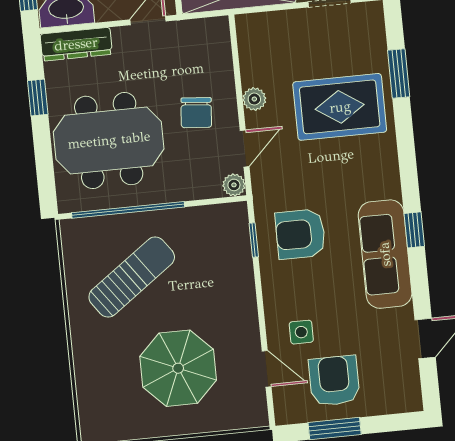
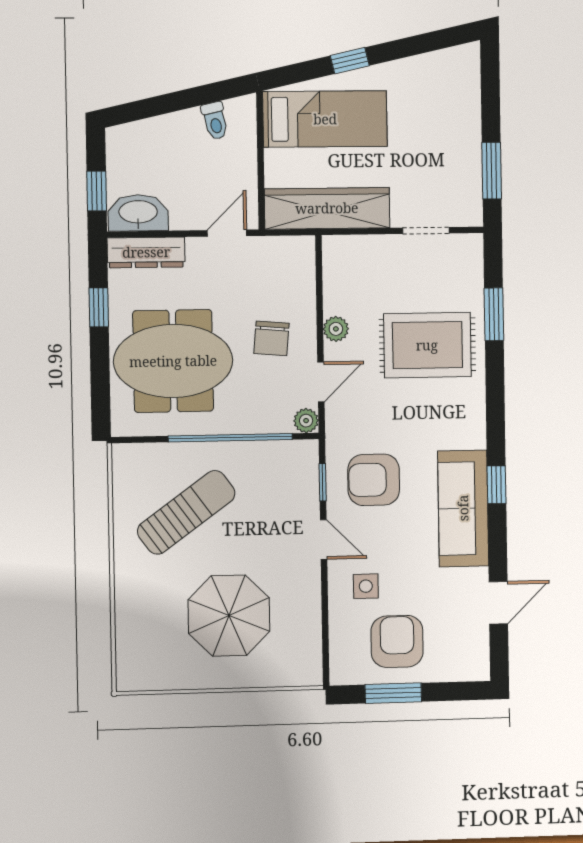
window: (128, 210) -> (230, 438), moved
door: (267, 369) -> (324, 540), moved

